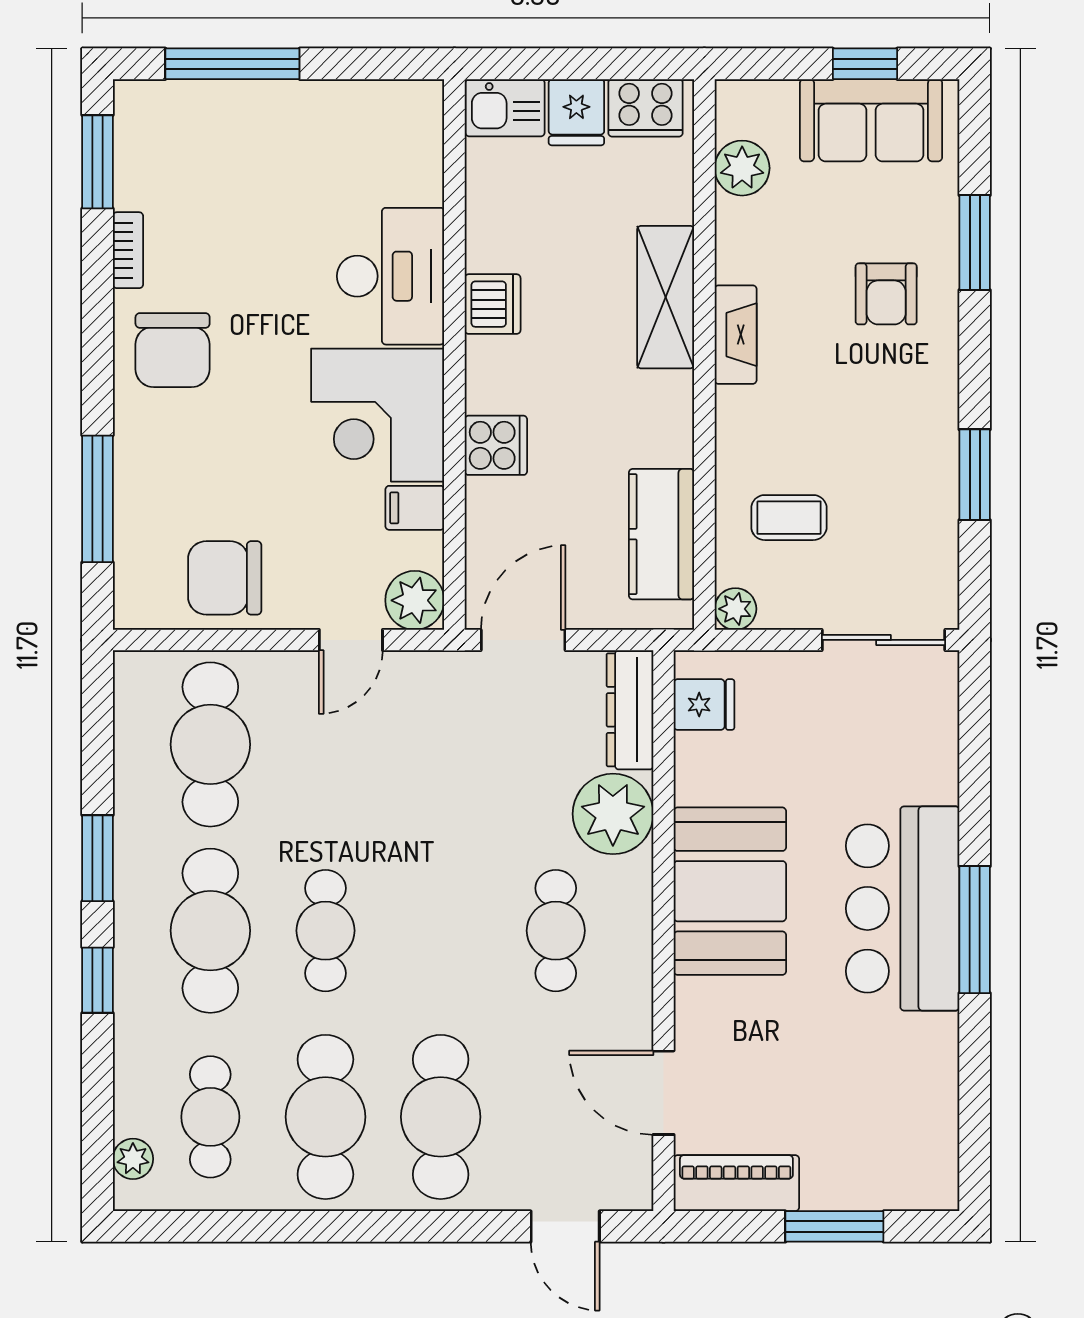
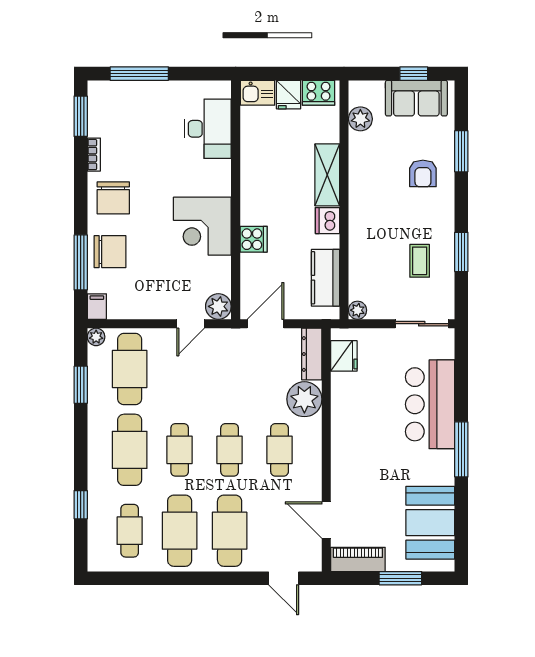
desk: (391, 276) -> (208, 129), moved
dishwasher: (493, 304) -> (327, 221), moved, turned 180
fireplace: (736, 335) -> (358, 191), removed
filing cabinet: (415, 508) -> (97, 307), moved, turned 90
coffee table: (789, 518) -> (420, 261), moved, turned 90
chair: (225, 578) -> (110, 252), moved, turned 180
fridge: (704, 705) -> (344, 356), width x1.38
window: (97, 858) -> (81, 385), moved
booth: (730, 891) -> (430, 523), moved
bar counter: (903, 908) -> (430, 404), moved
cafe table: (441, 931) -> (230, 450), added
window: (97, 980) -> (81, 505), moved
plant: (133, 1159) -> (96, 337), moved

